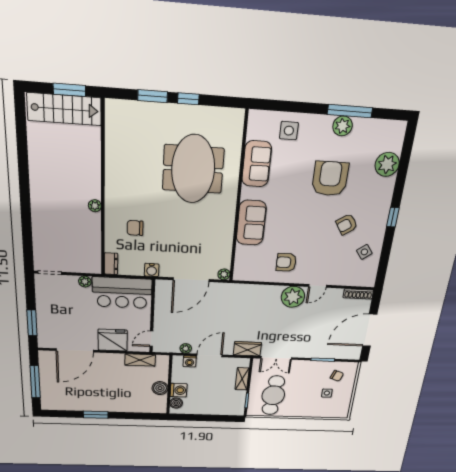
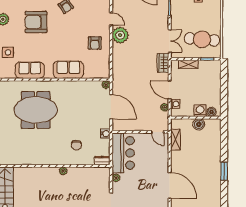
fridge: (113, 340) -> (160, 159), removed

